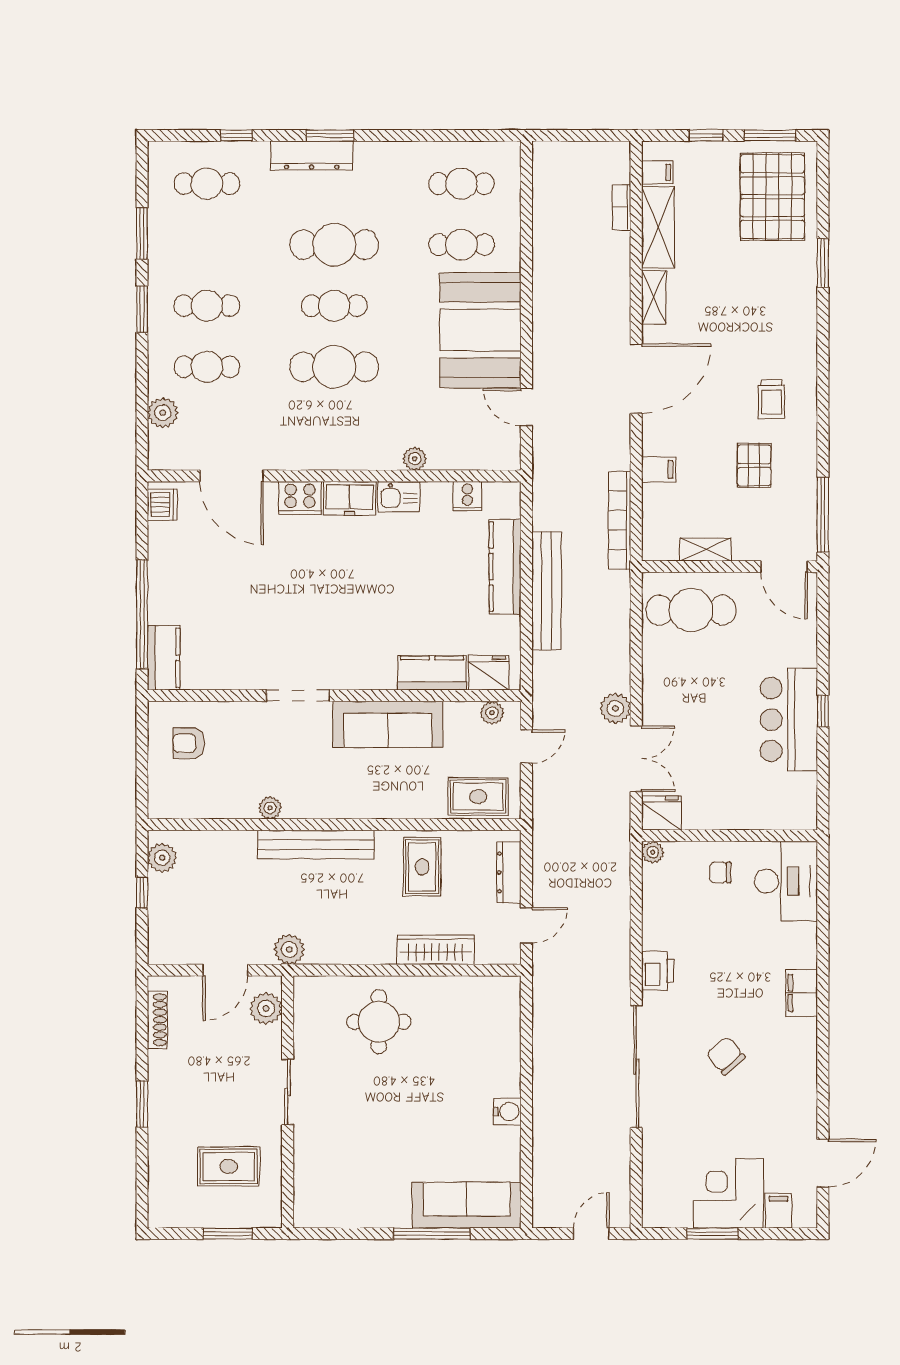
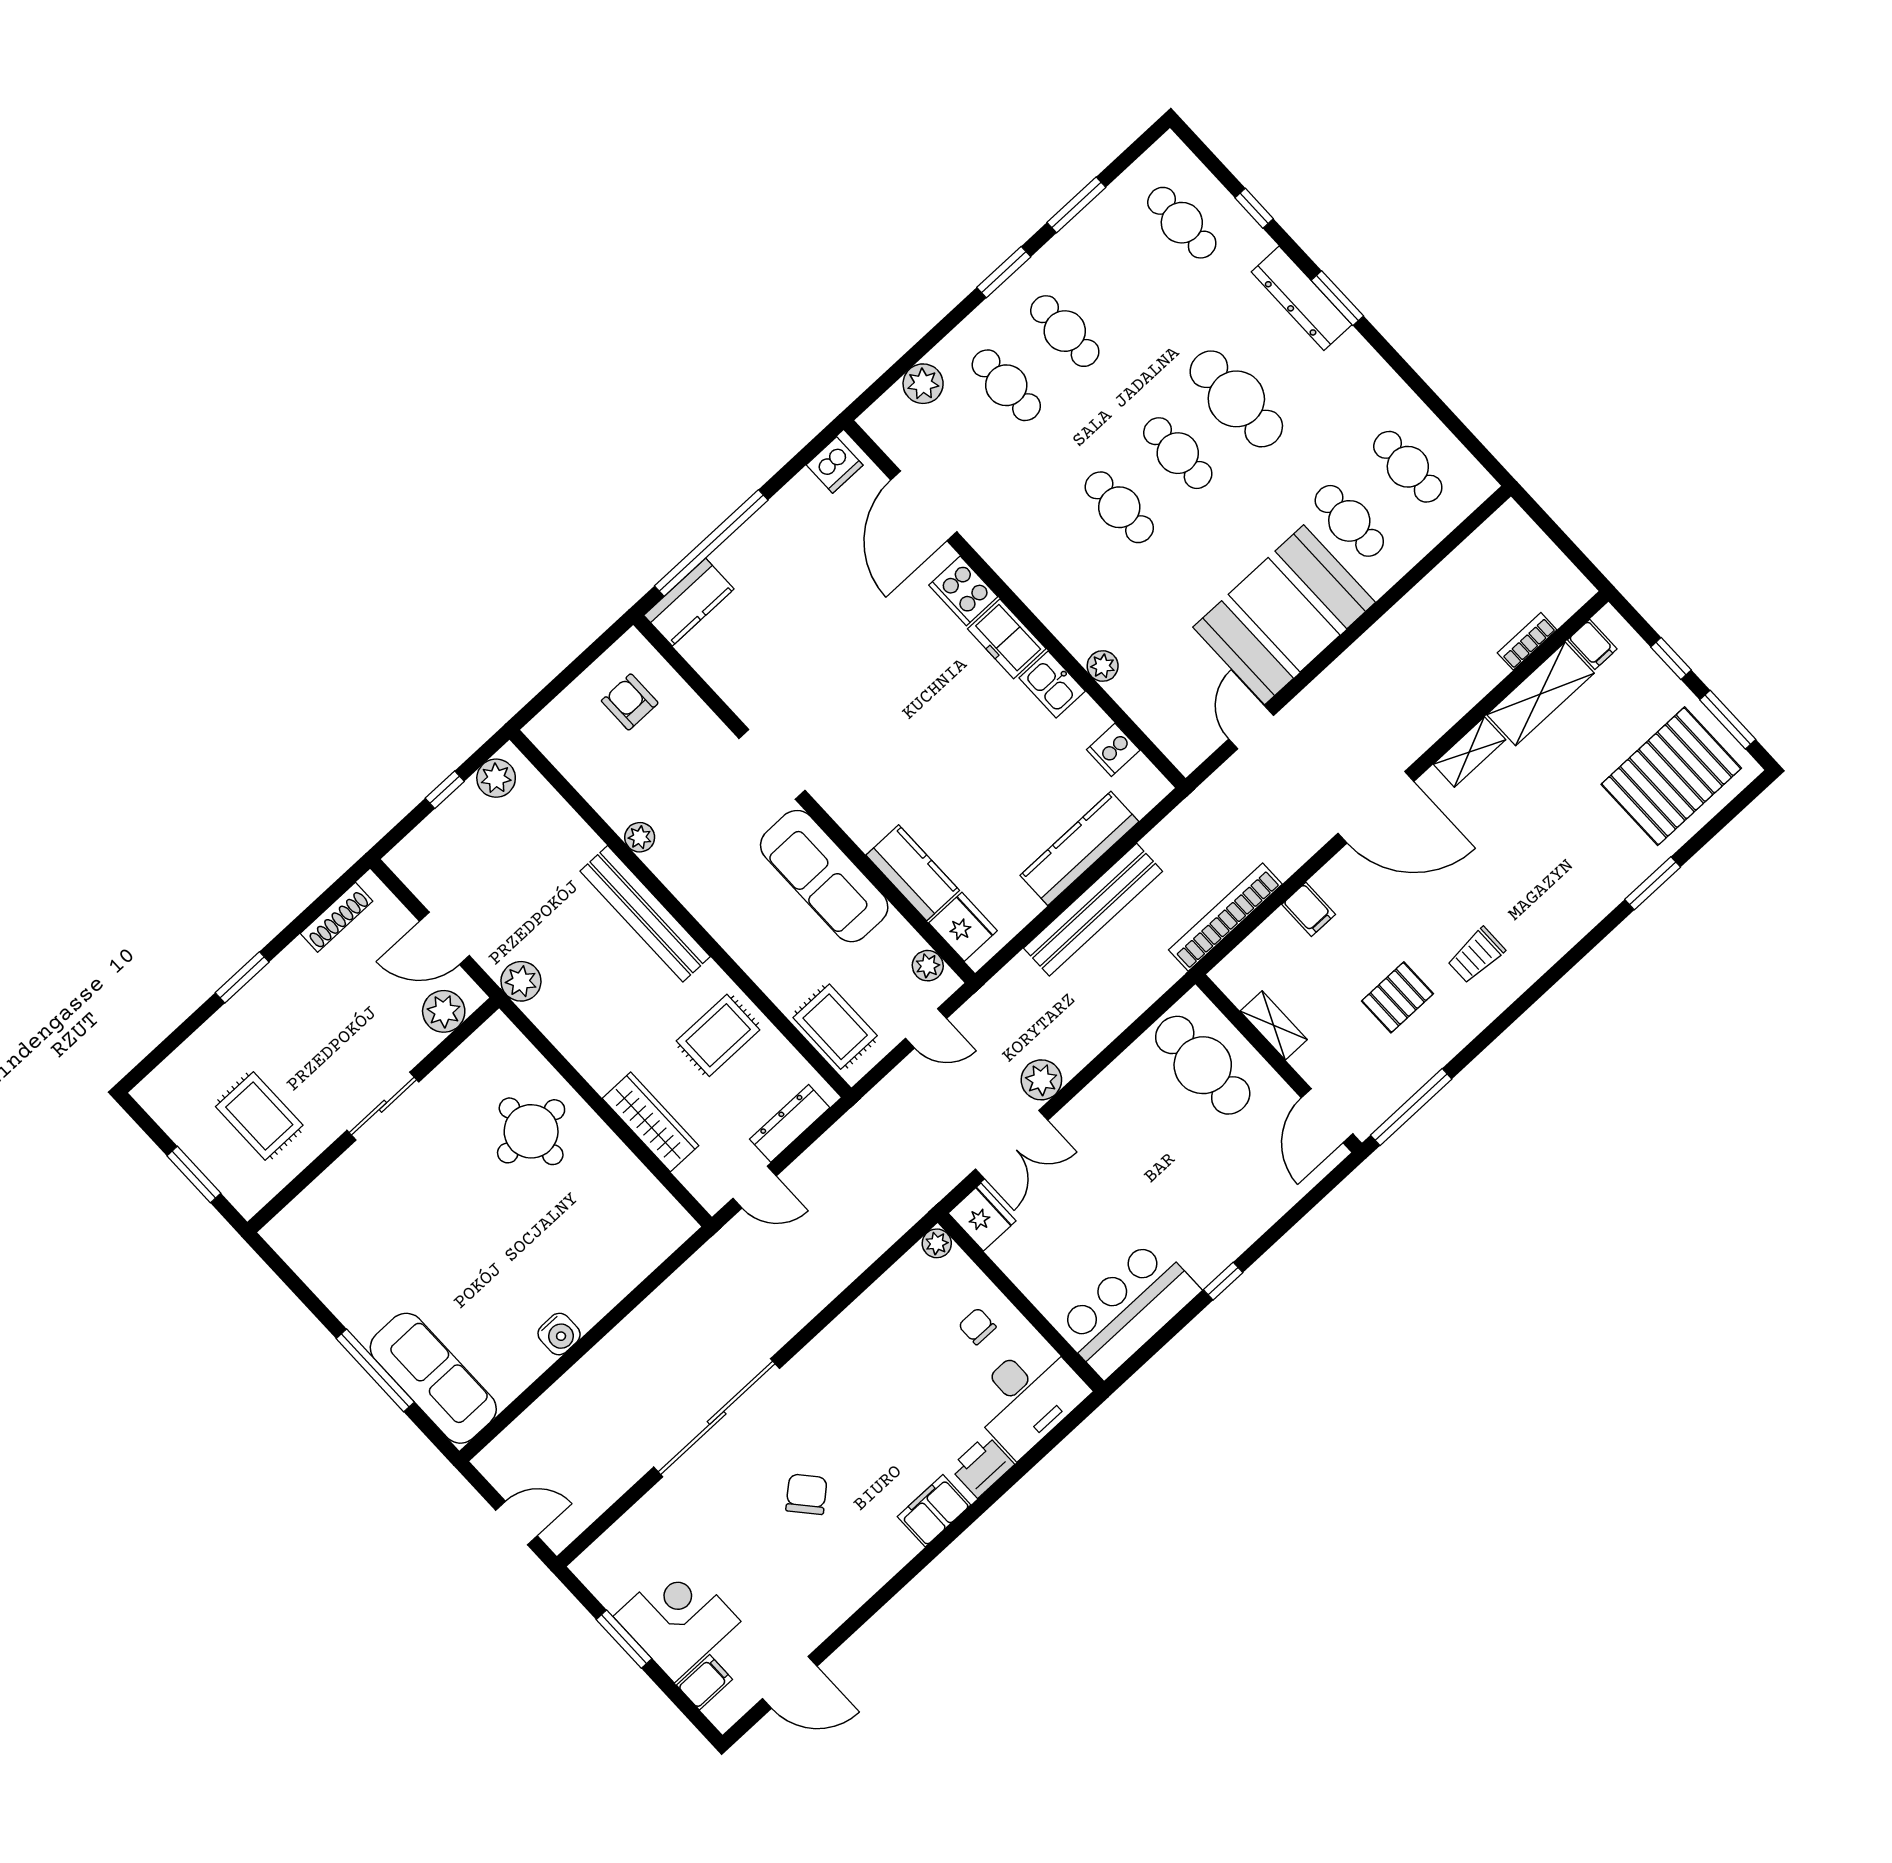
cafe table: (334, 367) -> (1119, 507), width x0.73, depth x0.74
bar counter: (789, 720) -> (1128, 1309), moved
printer: (658, 971) -> (982, 1466), moved, turned 180

